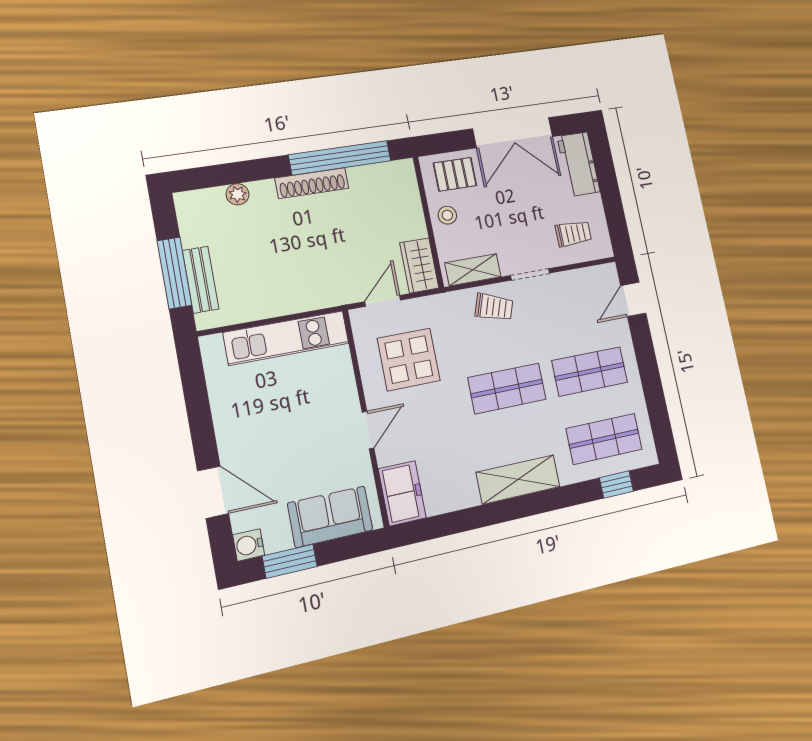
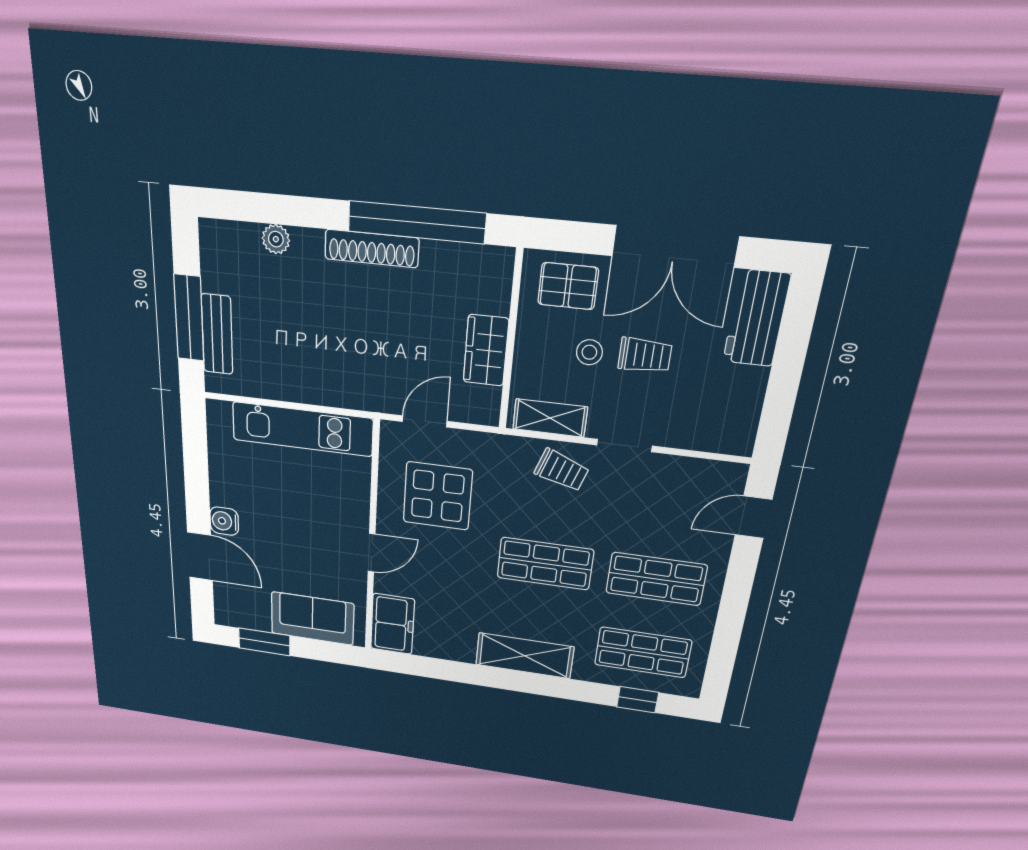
stool: (447, 215) -> (589, 352), moved
trolley: (573, 234) -> (645, 355), moved
wardrobe: (419, 265) -> (486, 350), moved
water cooler: (249, 545) -> (224, 521), moved

